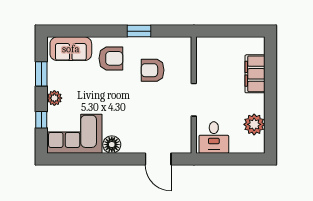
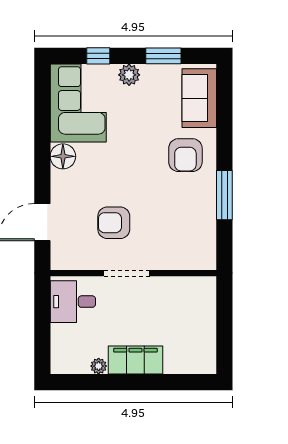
window: (139, 31) -> (224, 195), width x1.44
armchair: (153, 70) -> (114, 223), moved, turned -90
filing cabinet: (255, 74) -> (135, 360), moved
plant: (254, 124) -> (99, 366), width x0.53, depth x0.53

